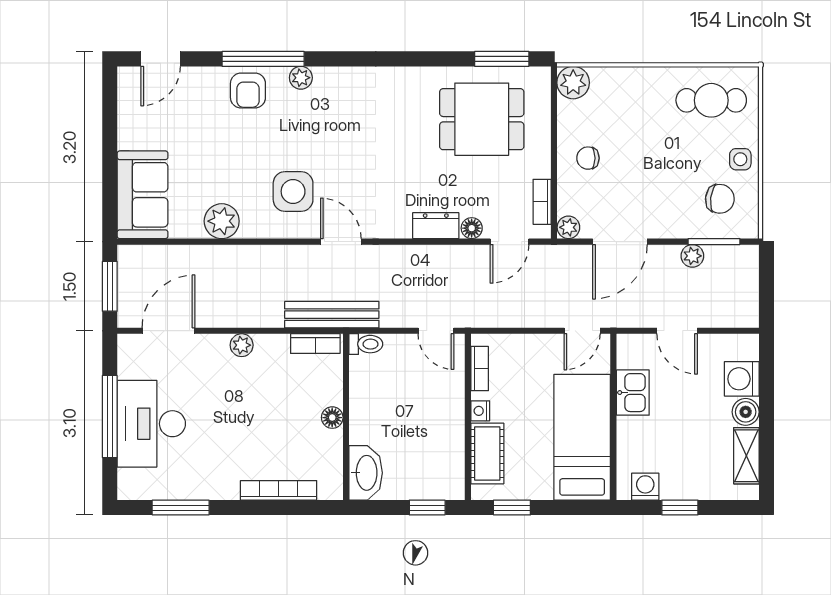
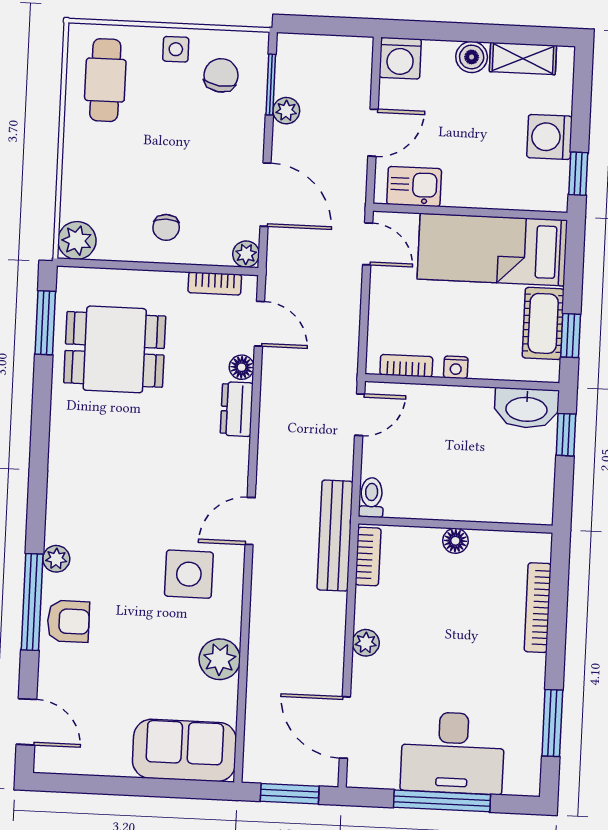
dining table: (482, 119) -> (115, 349), turned 90
washing machine: (742, 379) -> (400, 58), moved
kitchen sink: (633, 393) -> (414, 187), moved
cot: (487, 454) -> (543, 323), moved, turned 90
washbasin: (366, 473) -> (527, 408), moved, turned 180
washing machine: (645, 487) -> (549, 137), moved, width x1.38, depth x1.38
window: (680, 508) -> (578, 174), moved

